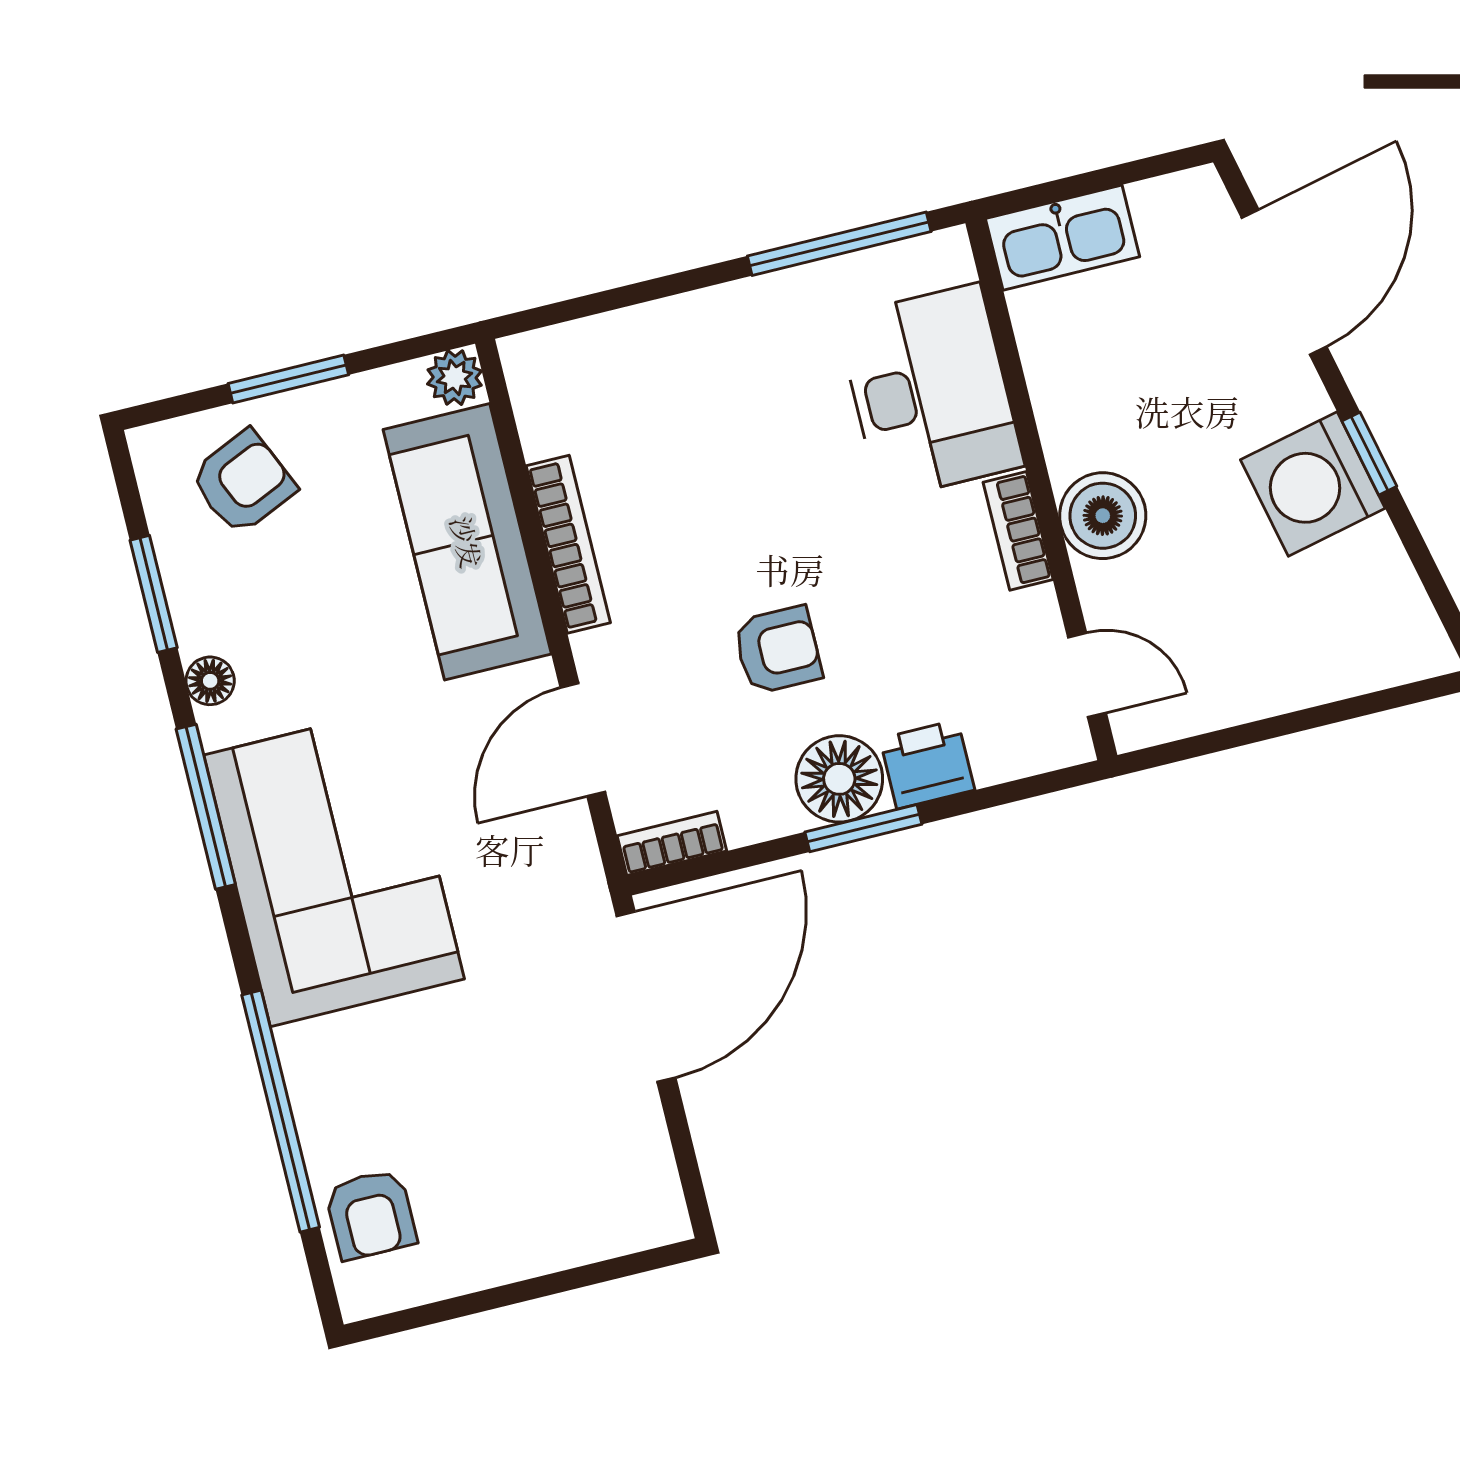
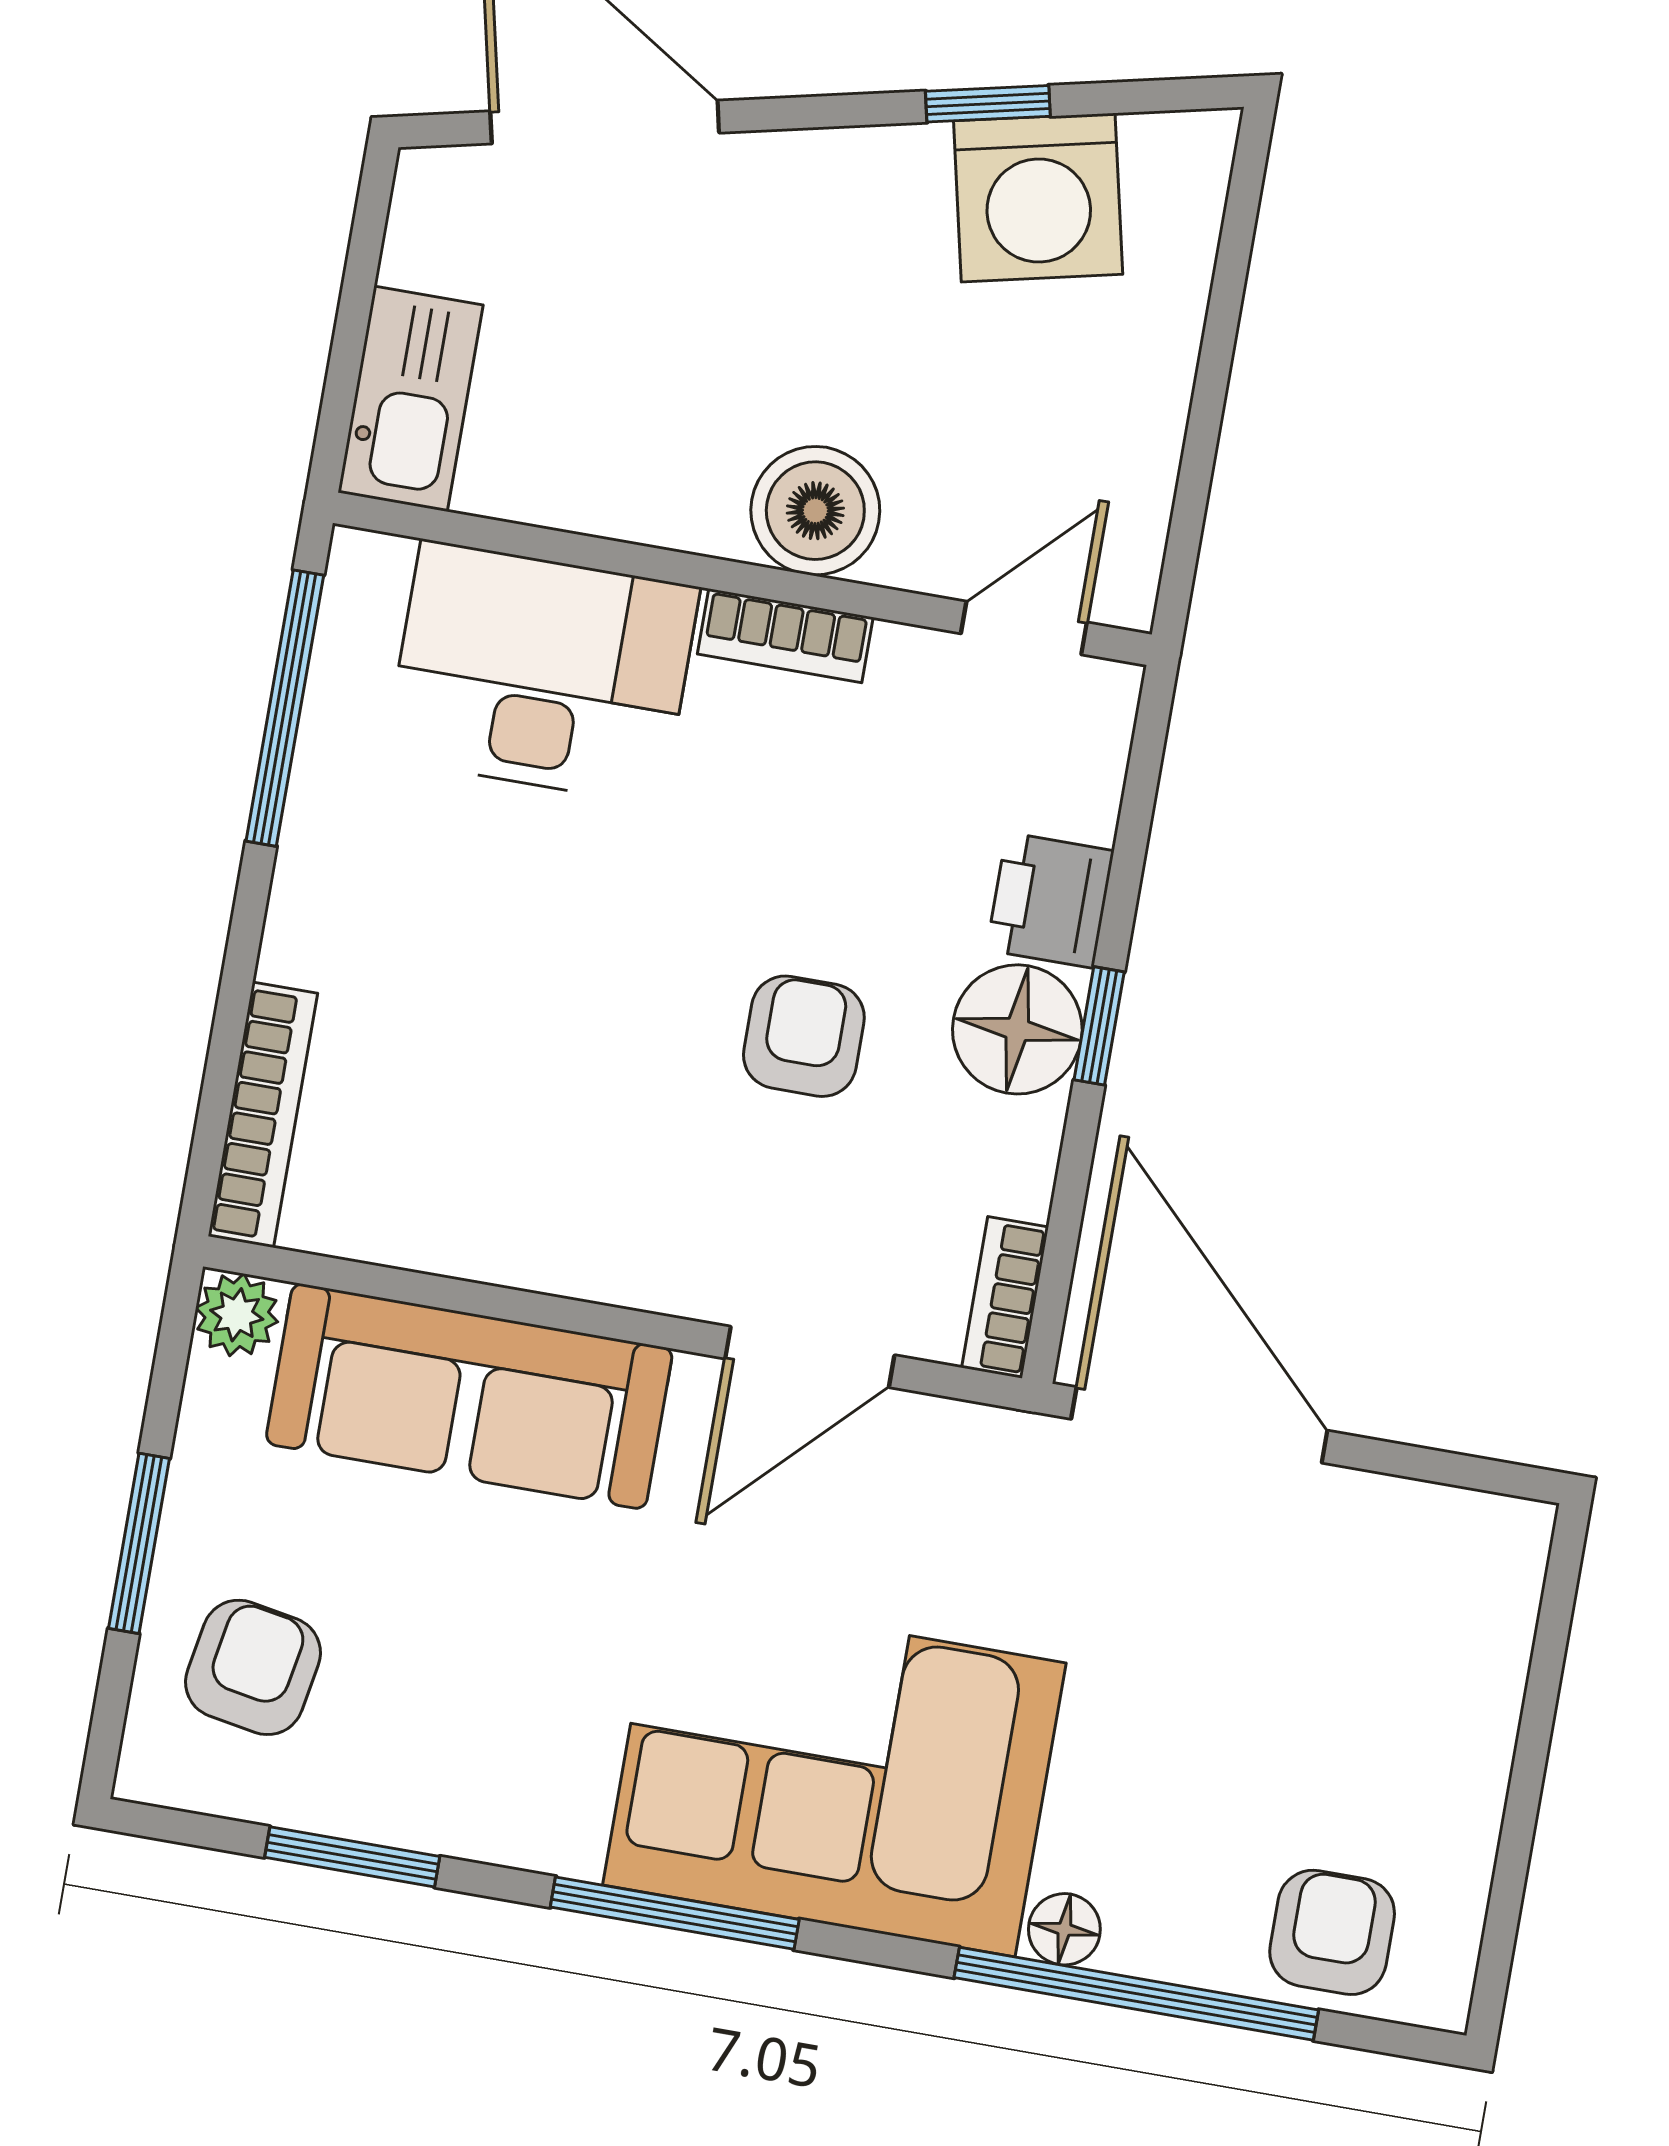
window: (1369, 454) -> (988, 104), moved
armchair: (243, 482) -> (253, 1667), turned 34
washing machine: (1313, 484) -> (1038, 198), moved
bookcase: (568, 544) -> (263, 1115), moved, turned 90
floor lamp: (210, 681) -> (1064, 1929), moved
door: (583, 740) -> (810, 1357), hinge flipped
window: (863, 828) -> (1099, 1026), width x0.67
armchair: (371, 1215) -> (1332, 1932), turned -90

